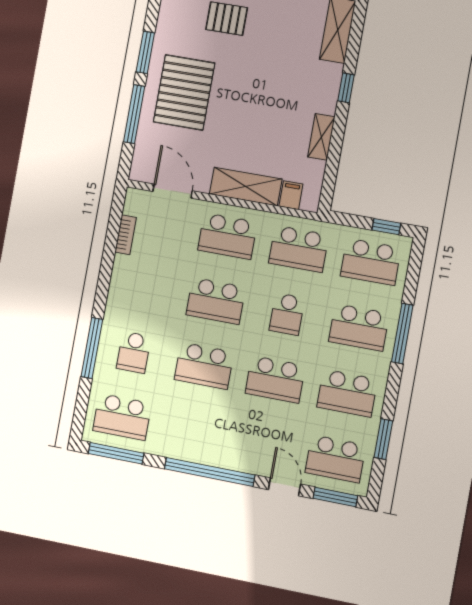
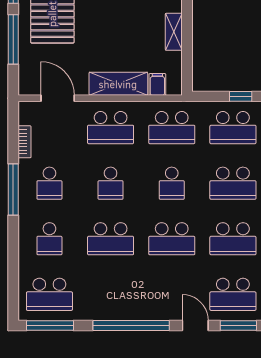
school desk: (145, 288) -> (49, 183), added
school desk: (216, 301) -> (111, 183), width x0.54
window: (92, 348) -> (13, 189), moved

